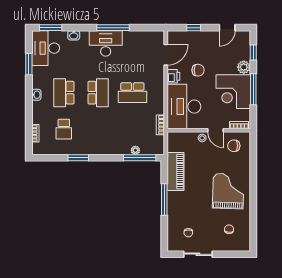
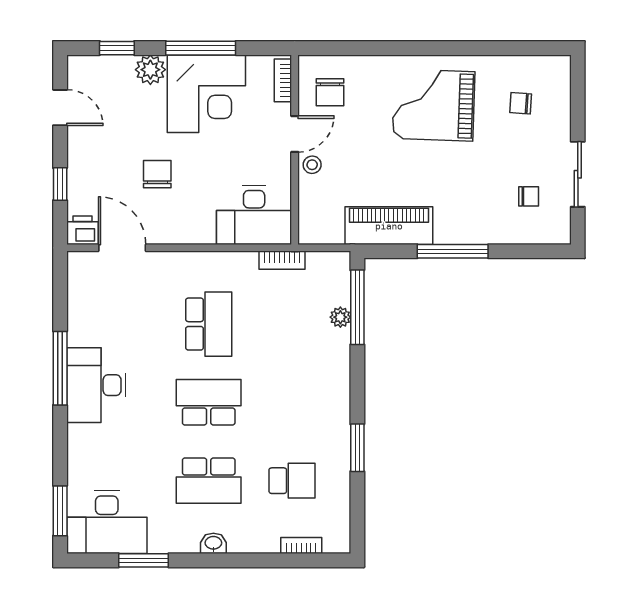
washbasin: (74, 35) -> (78, 458), removed
printer: (173, 76) -> (82, 230), moved
desk: (184, 107) -> (254, 215), width x0.73, depth x0.77

